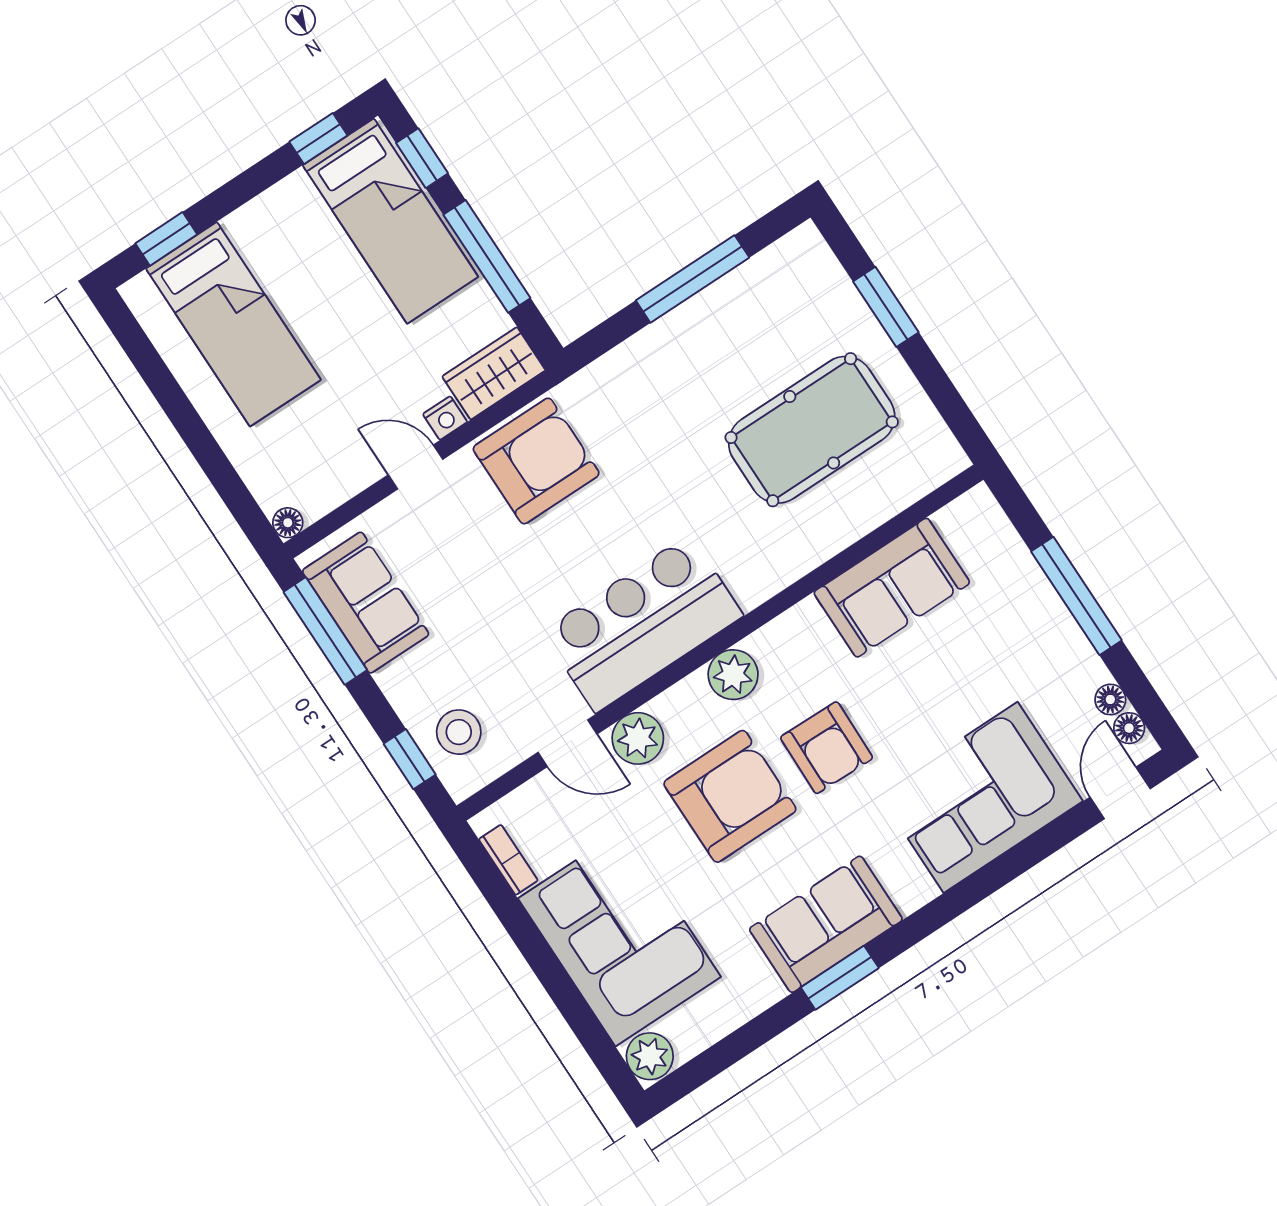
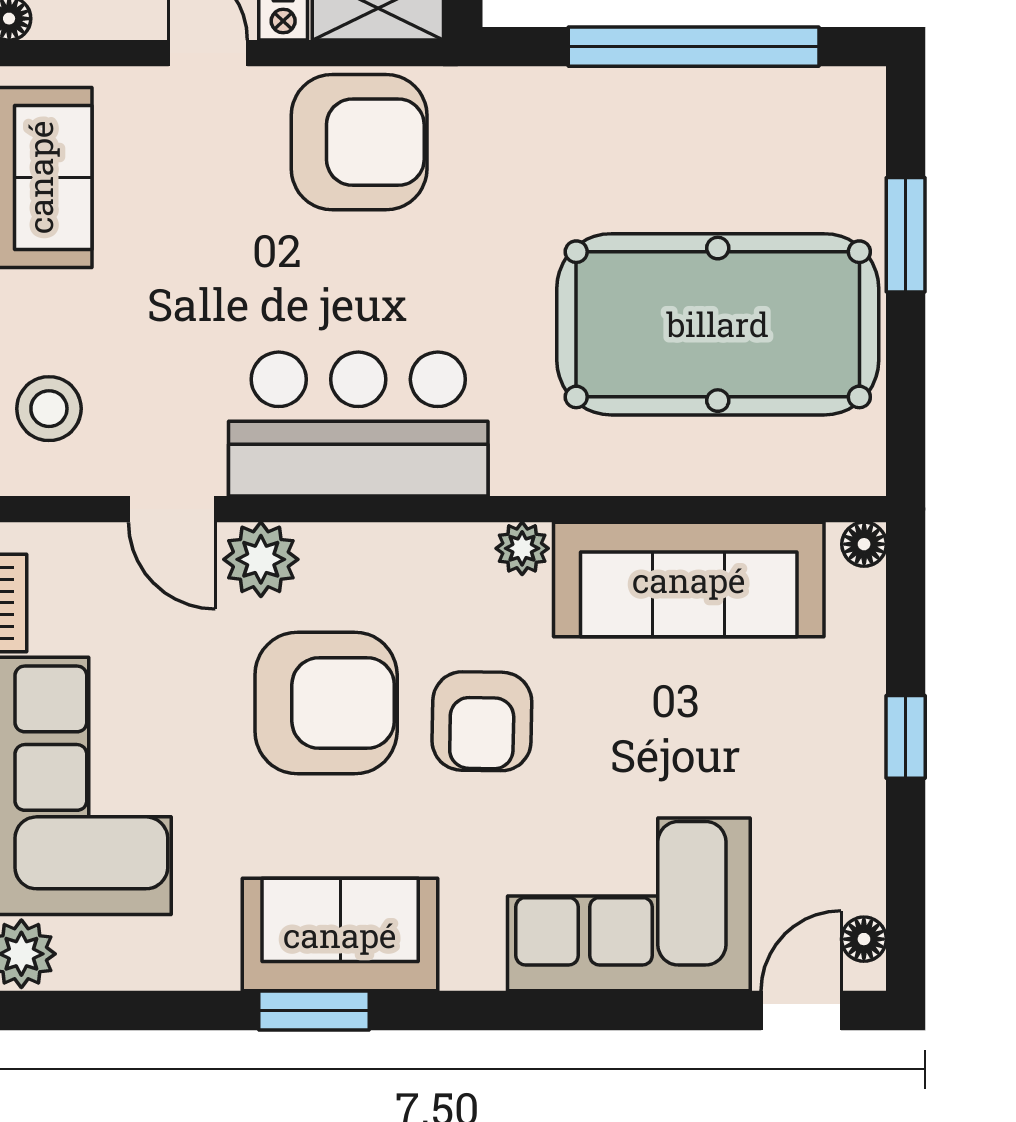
window: (692, 279) -> (694, 47), width x1.46
pool table: (812, 430) -> (718, 324), width x1.36, depth x1.32
sofa: (892, 588) -> (689, 580), width x1.36
window: (1076, 596) -> (906, 737), width x0.46
plant: (733, 675) -> (522, 548), moved, width x0.73, depth x0.73
floor lamp: (1110, 699) -> (864, 544), moved

